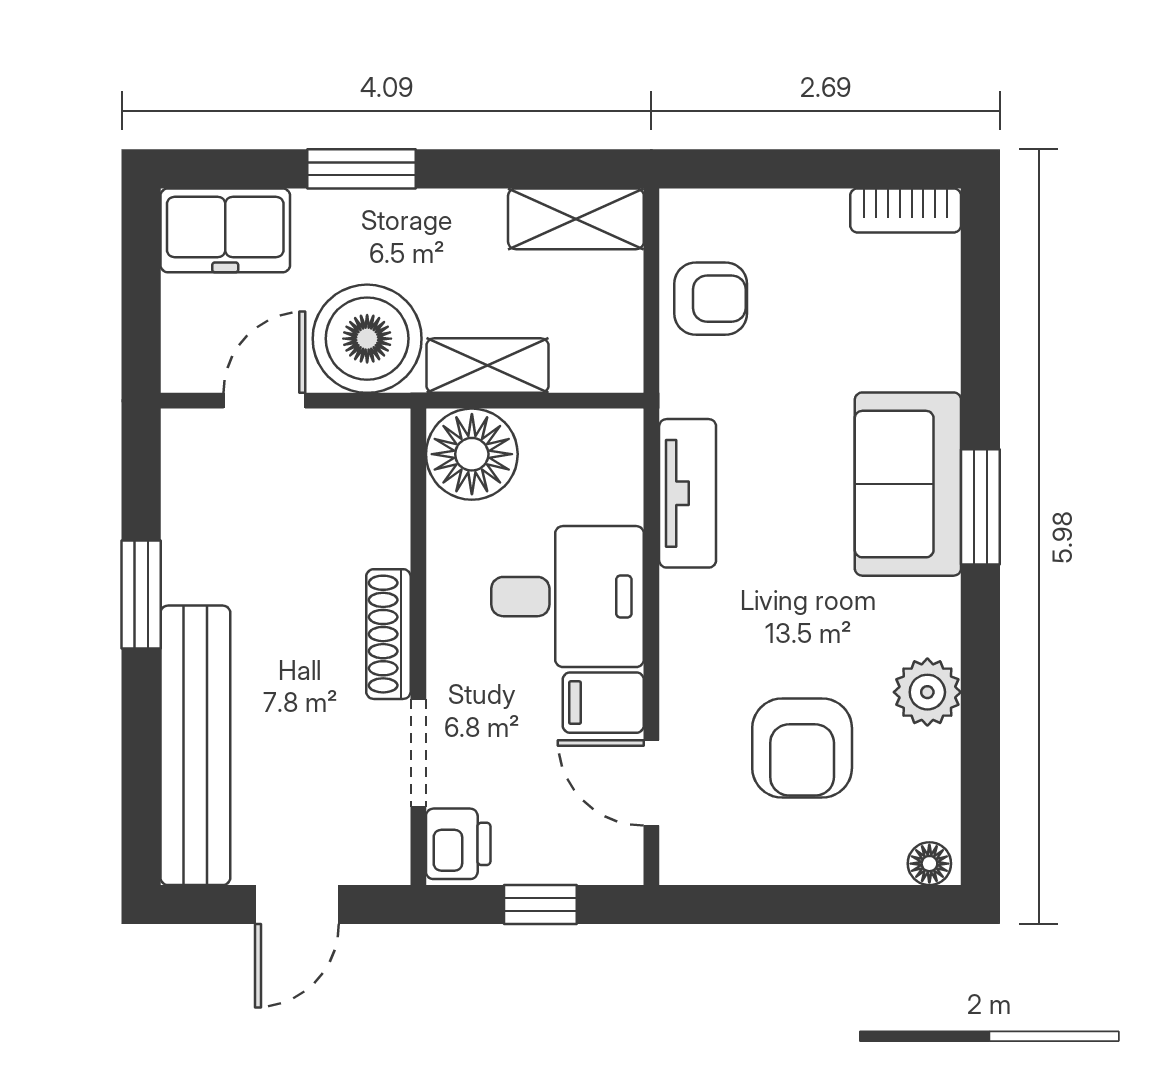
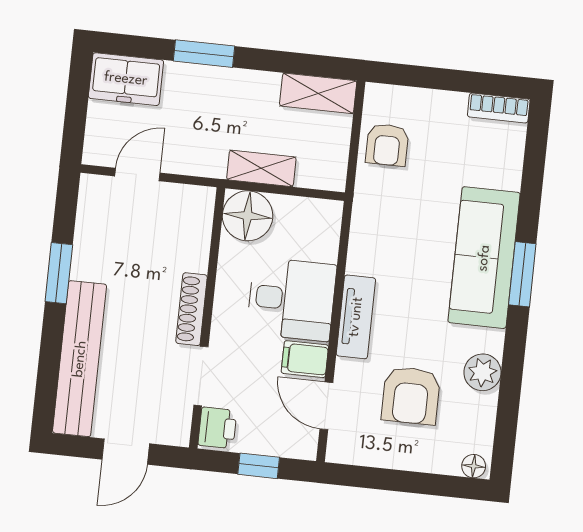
armchair: (711, 299) -> (387, 145), turned 90
boiler: (367, 339) -> (197, 147), removed
sofa: (908, 484) -> (484, 258), width x1.36
tv unit: (688, 493) -> (356, 317), moved

